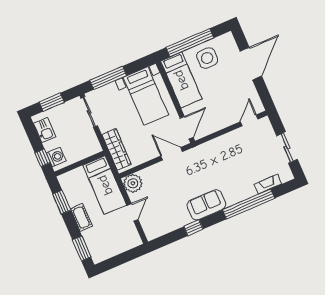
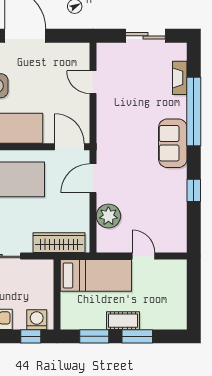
door: (249, 120) -> (93, 82), moved
plant: (133, 183) -> (108, 216), moved
sofa: (206, 205) -> (173, 143), moved
window: (82, 248) -> (137, 336), moved

